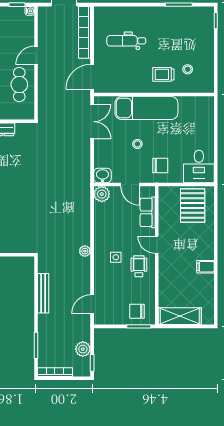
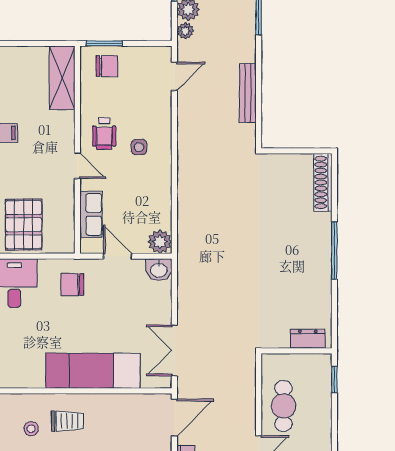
stool: (137, 144) -> (106, 317), removed
plant: (85, 251) -> (185, 31), moved
shelving: (180, 316) -> (62, 78), moved, turned 90

